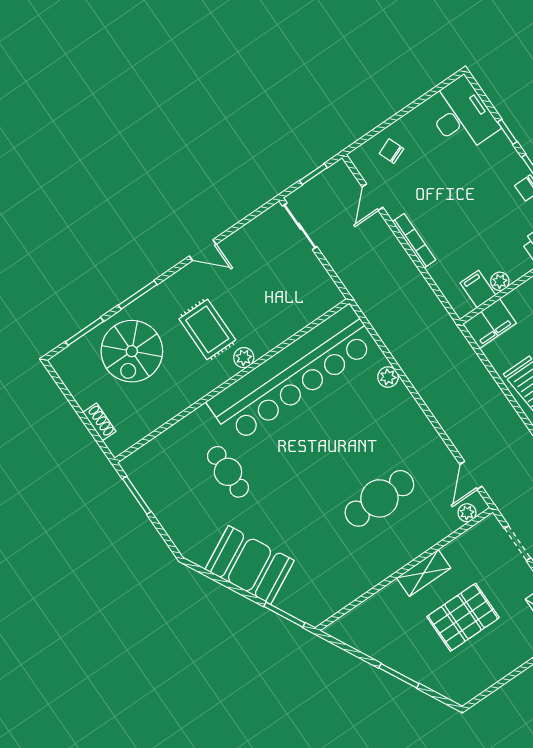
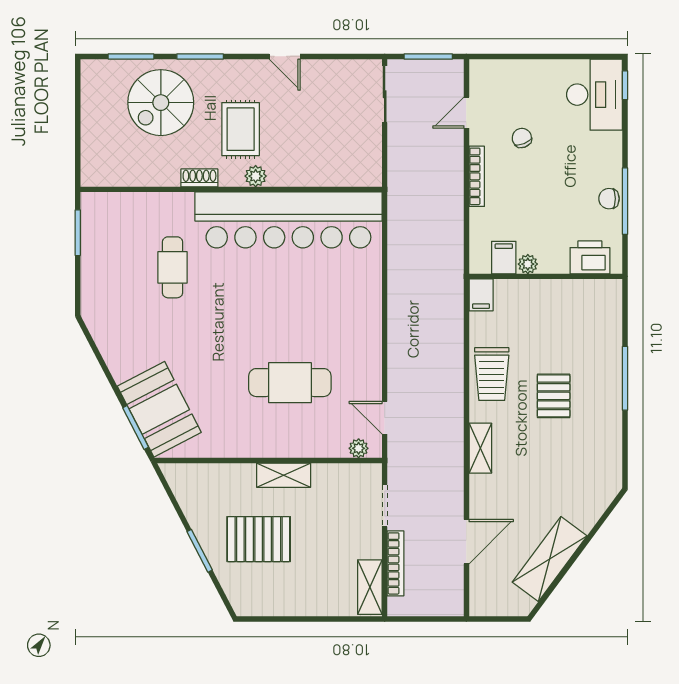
window: (507, 132) -> (625, 85), moved
chair: (391, 151) -> (522, 138), moved
window: (313, 174) -> (428, 56), width x1.50
filing cabinet: (489, 323) -> (481, 295), width x0.50
plant: (388, 377) -> (371, 281), removed
shoe rack: (99, 422) -> (199, 178), moved, turned -90
door: (471, 475) -> (385, 418), hinge flipped
booth: (250, 565) -> (159, 409), moved
pallet: (463, 617) -> (259, 539), moved

